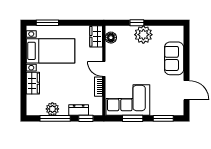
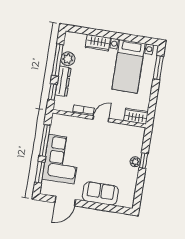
plant: (143, 35) -> (135, 162), width x0.53, depth x0.53
floor lamp: (111, 38) -> (132, 131), removed
corner sofa: (128, 100) -> (61, 159), moved
dresser: (79, 110) -> (63, 81), width x1.44
window: (133, 118) -> (45, 140), width x1.44

